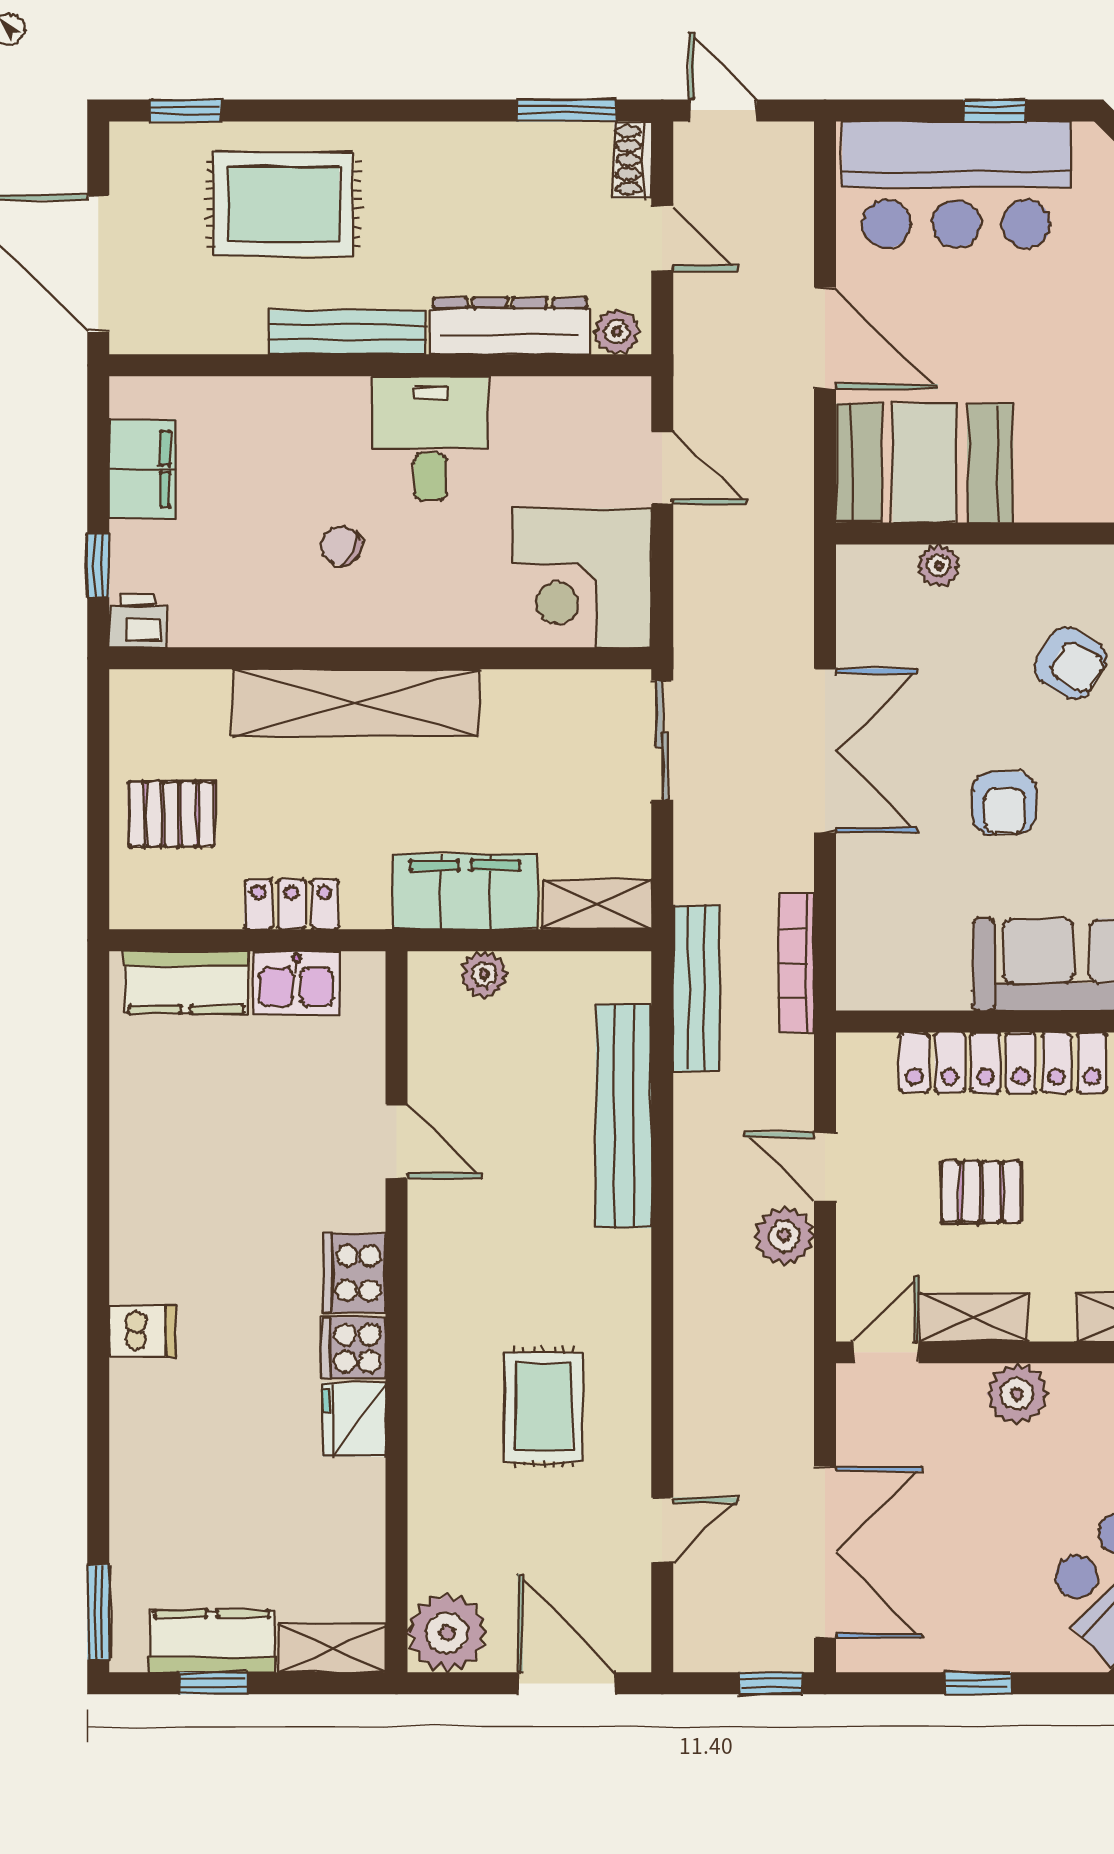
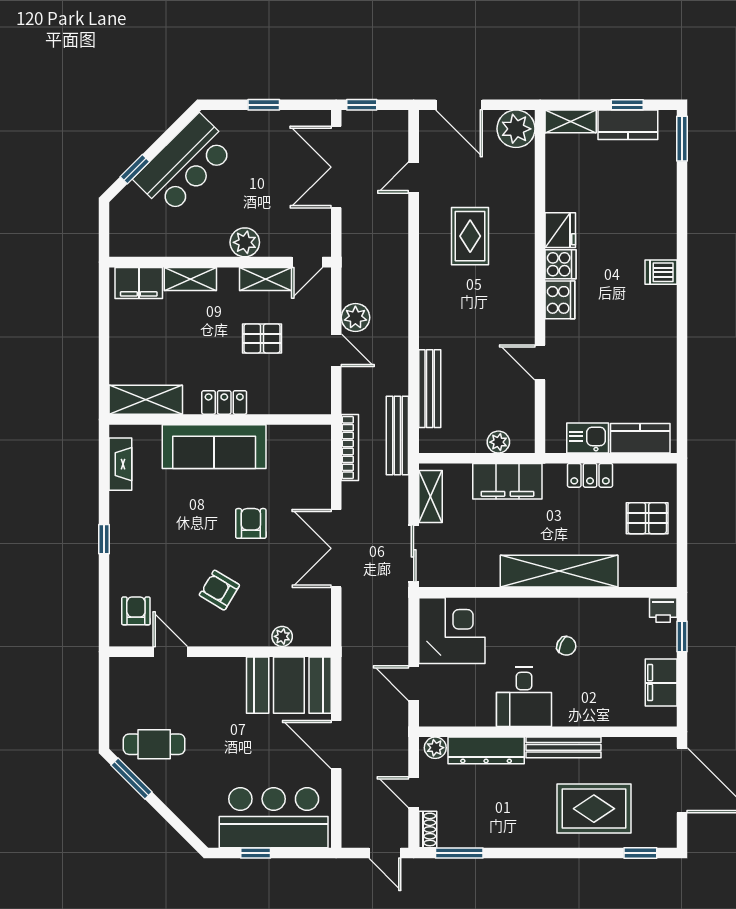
shelving: (597, 905) -> (430, 497), moved, turned 90
locker: (1003, 1063) -> (224, 402), width x0.46, depth x0.83
bench: (624, 1116) -> (430, 389), width x0.73, depth x0.82

